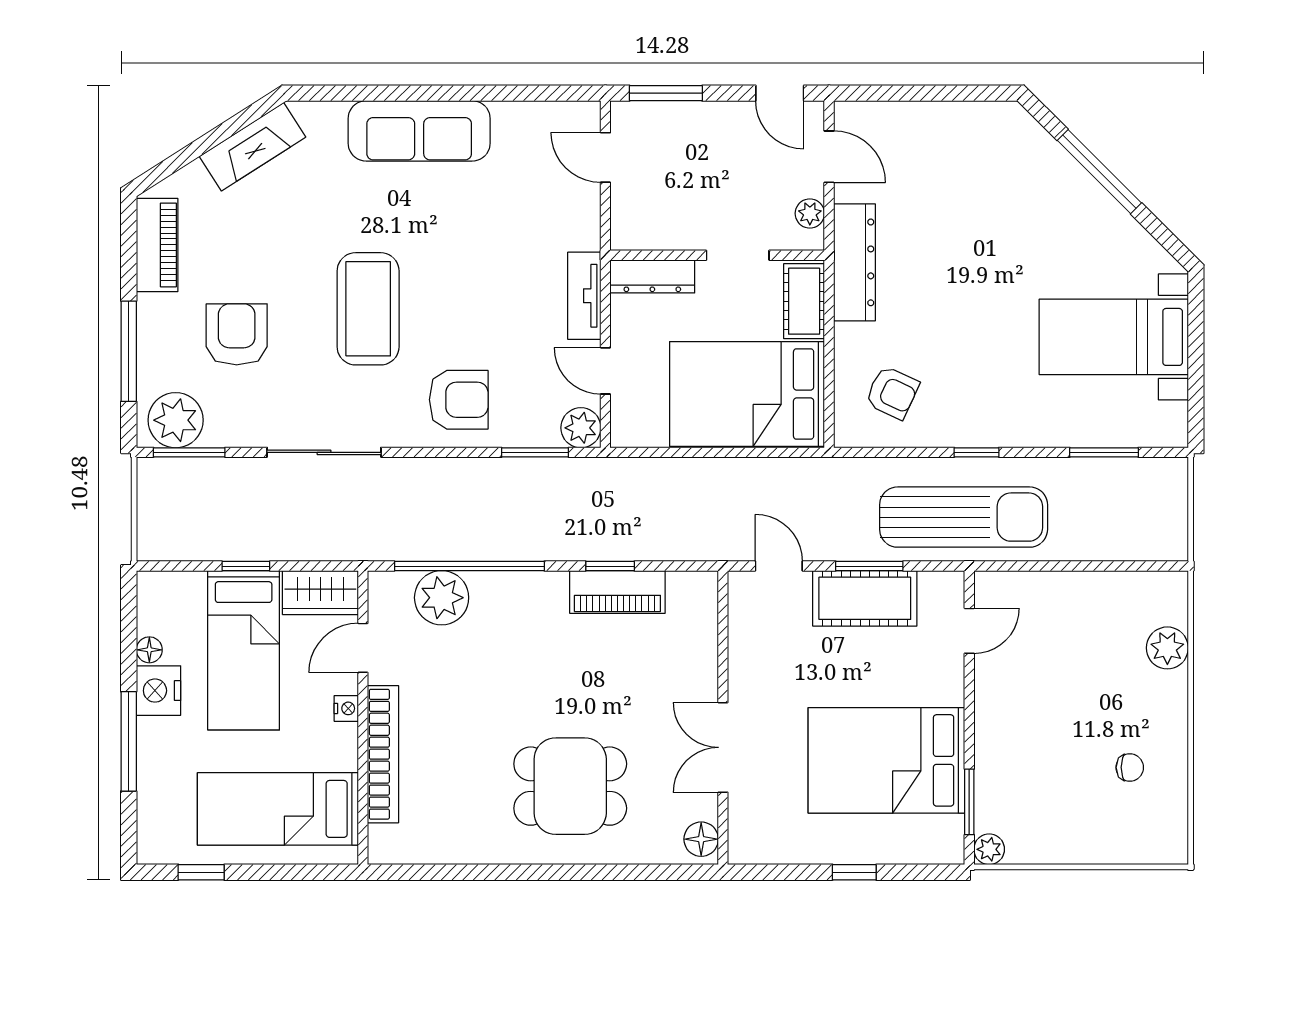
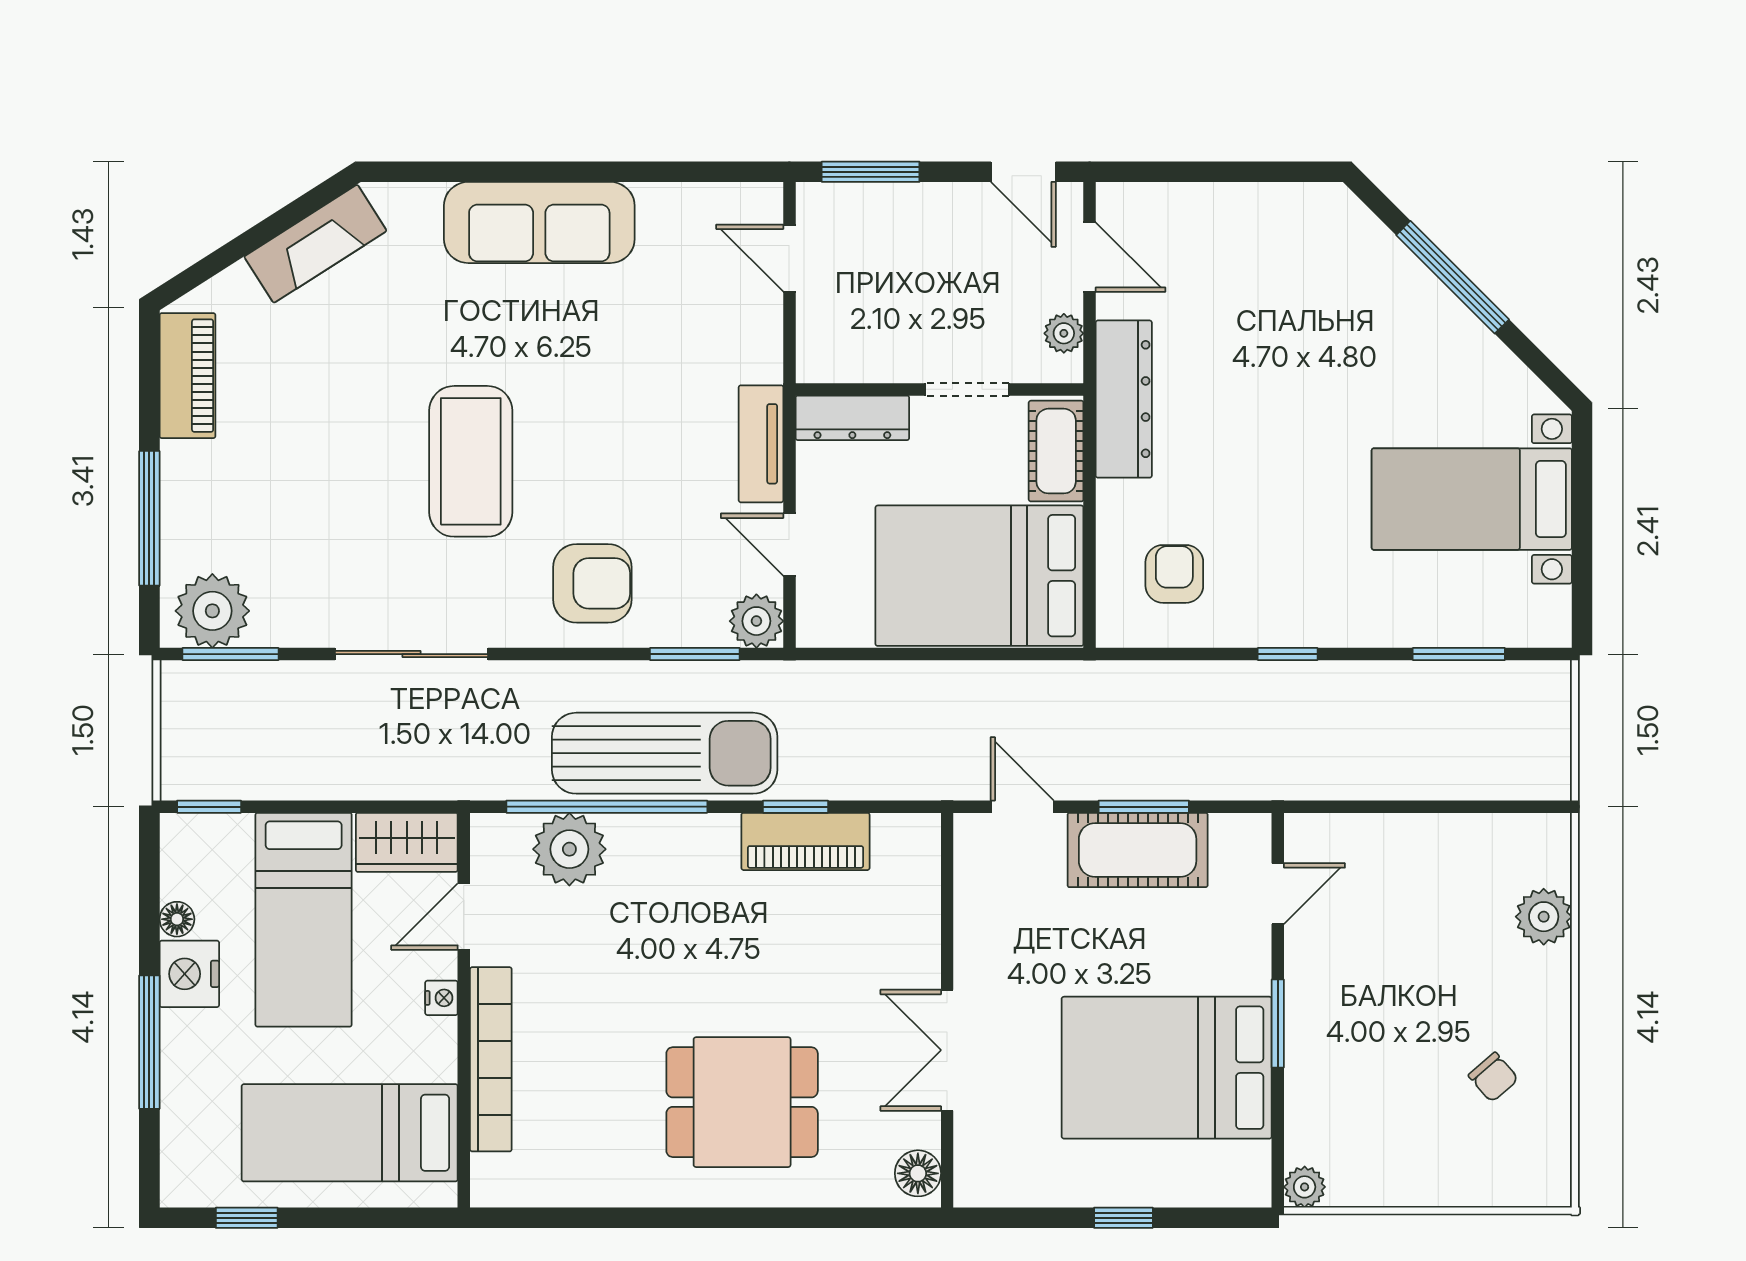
armchair: (237, 334) -> (294, 496), removed
armchair: (892, 393) -> (1174, 574), turned -115
sun lounger: (964, 517) -> (665, 753), moved
window: (246, 566) -> (209, 807), moved
chair: (1130, 767) -> (1493, 1077), turned 49
window: (969, 802) -> (1278, 1023), moved

